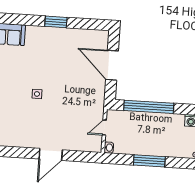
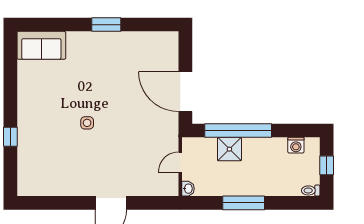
door: (112, 65) -> (185, 92), moved
shower: (141, 120) -> (229, 149), added

